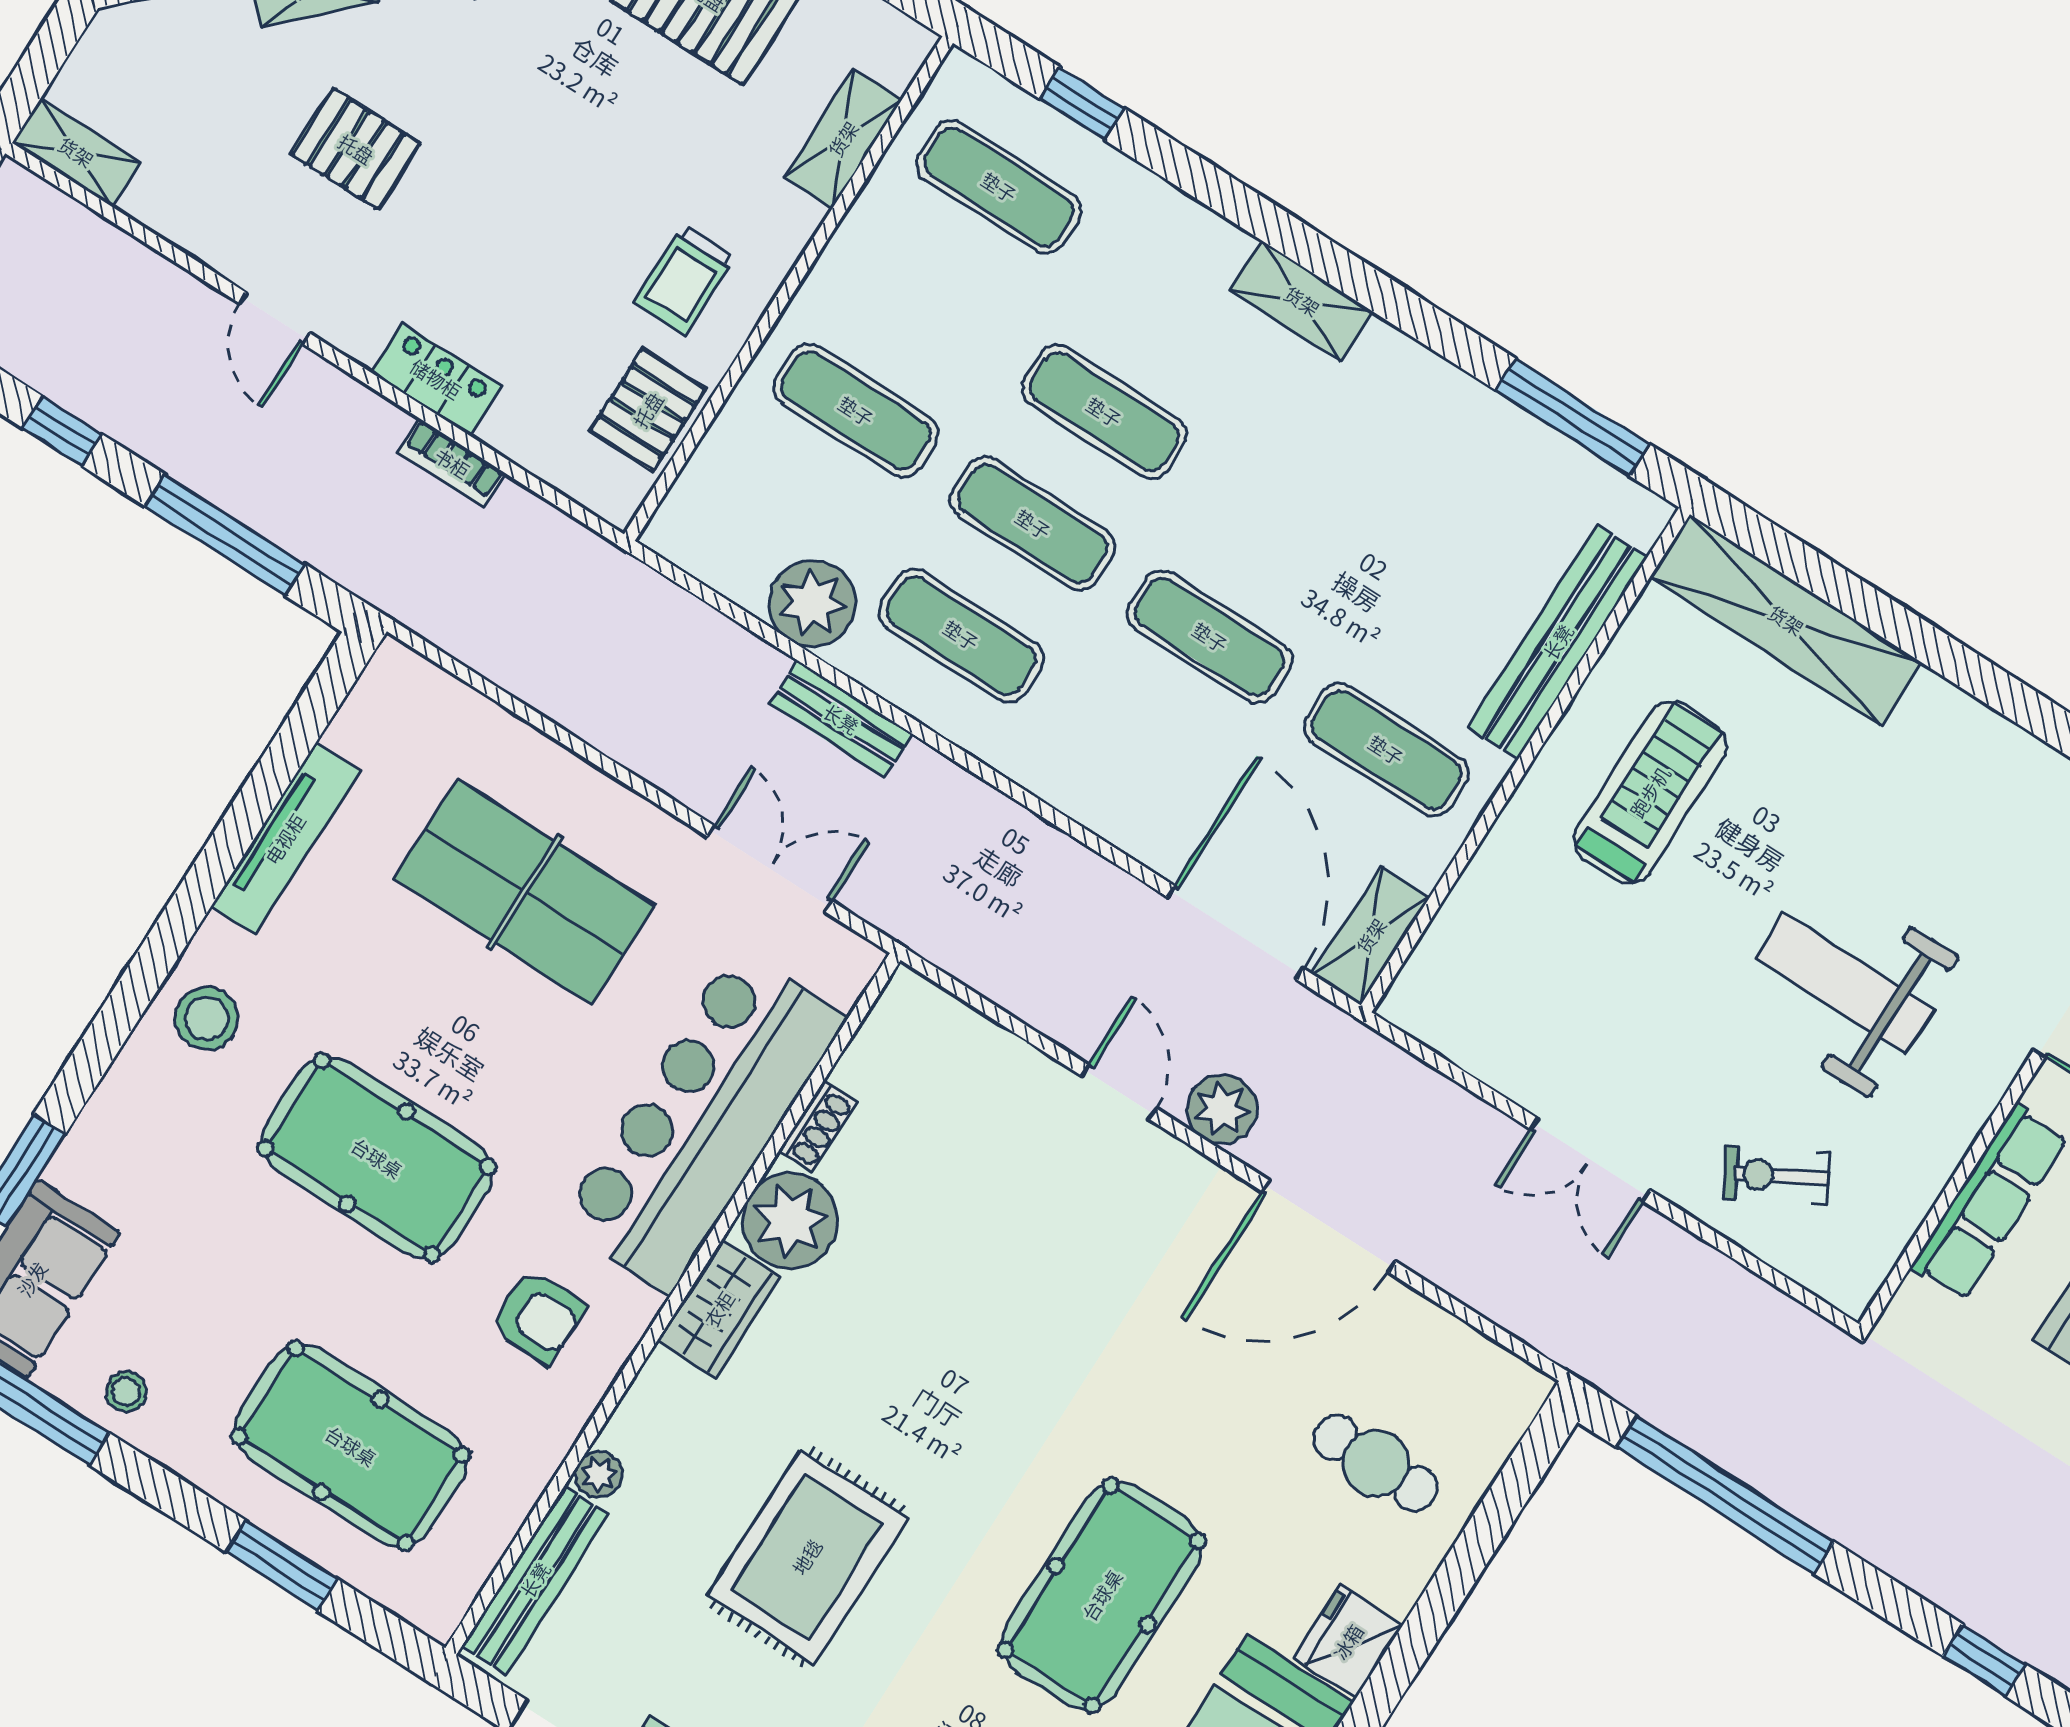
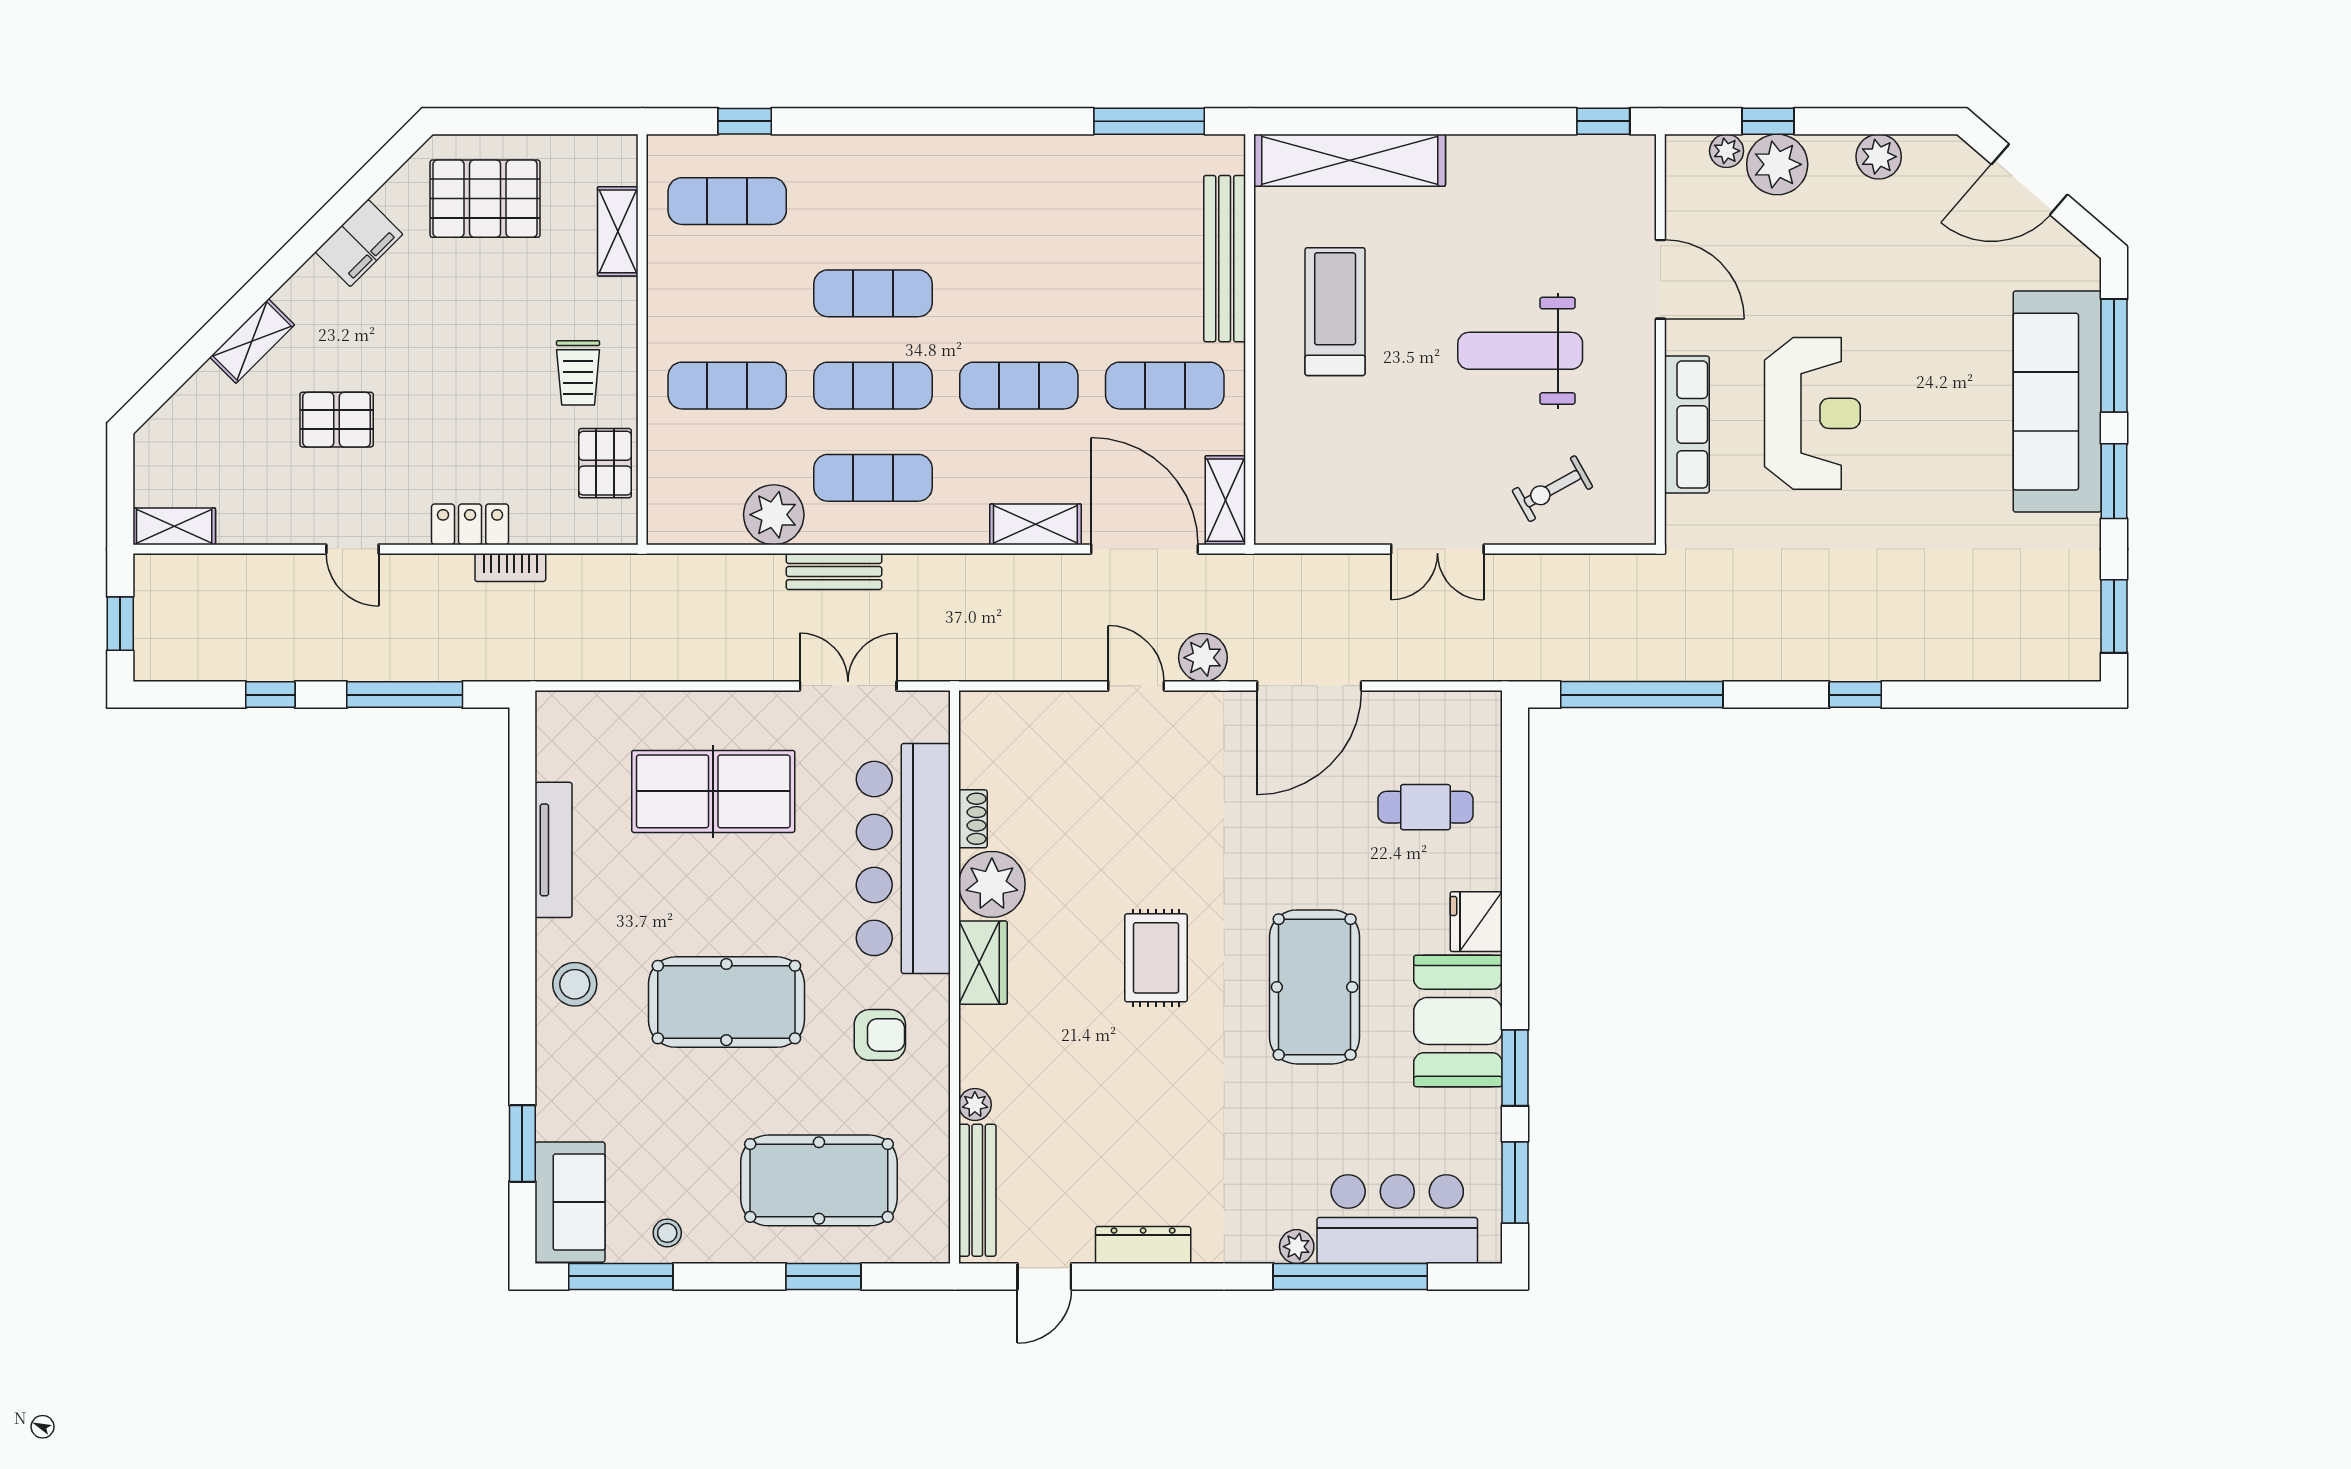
shelving: (1302, 301) -> (1035, 524), moved
rug: (807, 1557) -> (1156, 958), moved, width x0.73, depth x0.70

